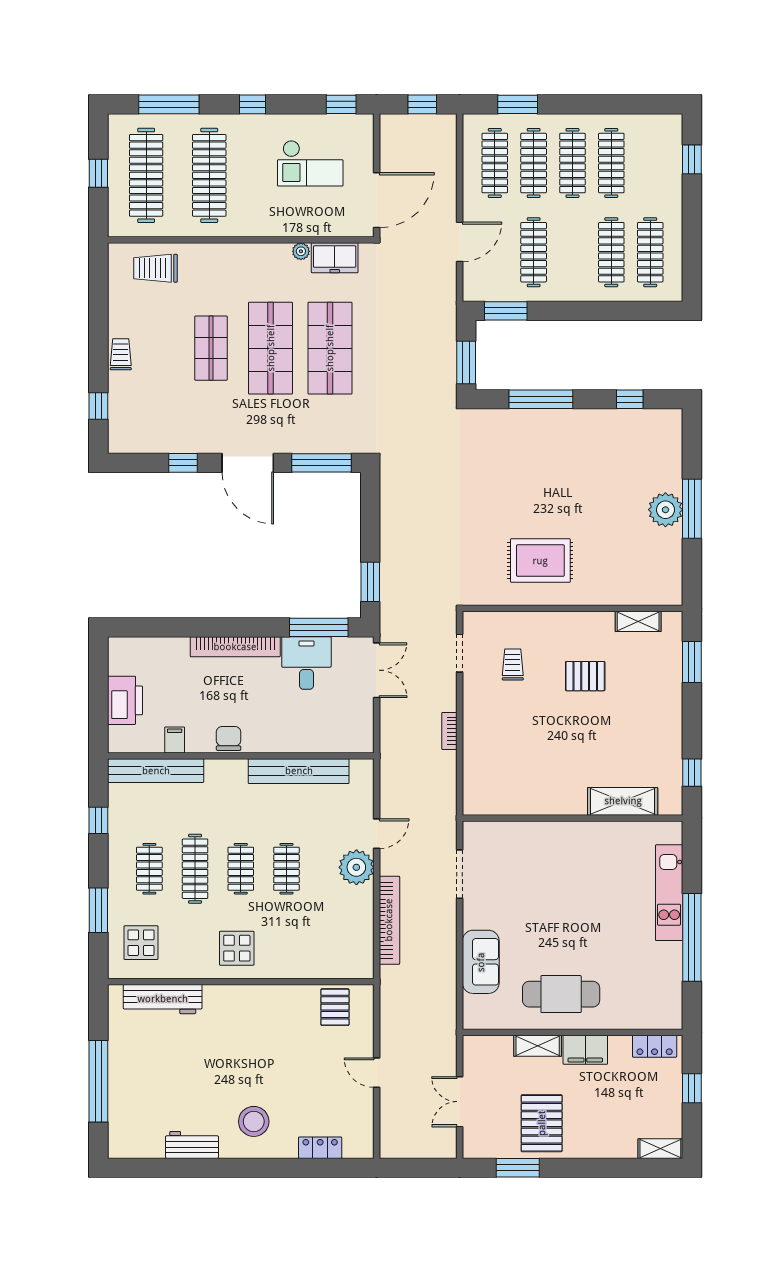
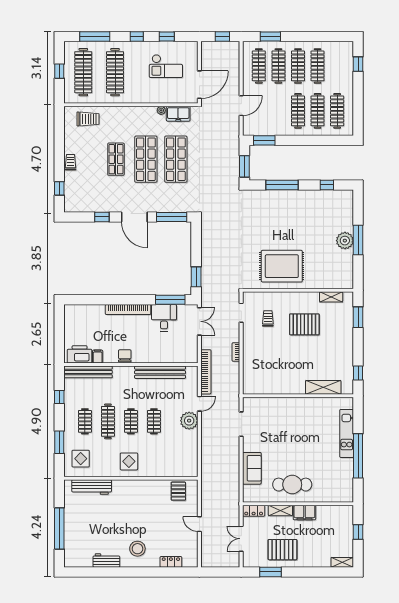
window: (341, 104) -> (167, 36), moved
clothes rail: (534, 252) -> (298, 111), moved
trolley: (156, 268) -> (88, 119), turned 180
rug: (540, 561) -> (282, 266), width x1.37, depth x1.44
pallet: (585, 676) -> (304, 324), width x1.50, depth x1.42
printer: (125, 700) -> (80, 354), moved, turned -90
bookcase: (389, 920) -> (206, 372), moved
locker: (655, 1046) -> (254, 511), moved
pallet: (542, 1123) -> (282, 550), turned 90

